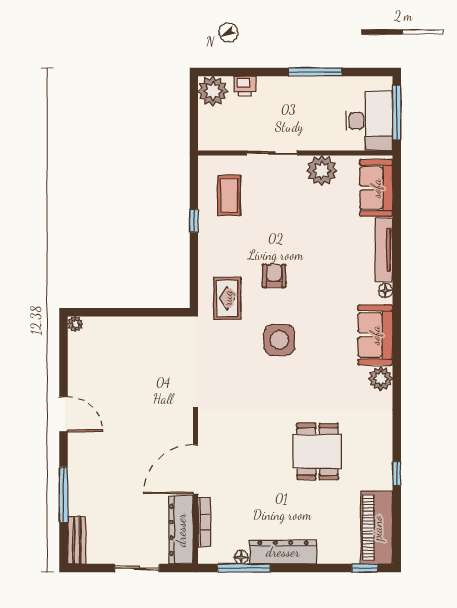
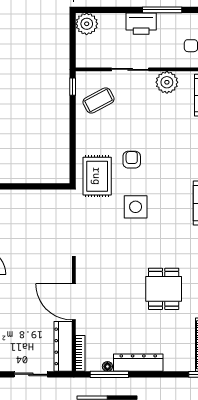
printer: (245, 86) -> (141, 24), moved, width x1.87, depth x1.48
coffee table: (229, 195) -> (98, 101), turned 62
window: (194, 221) -> (73, 87), moved
rug: (227, 298) -> (97, 176), width x1.36, depth x1.43
door: (195, 469) -> (74, 302), hinge flipped
bookcase: (204, 522) -> (80, 353), moved

